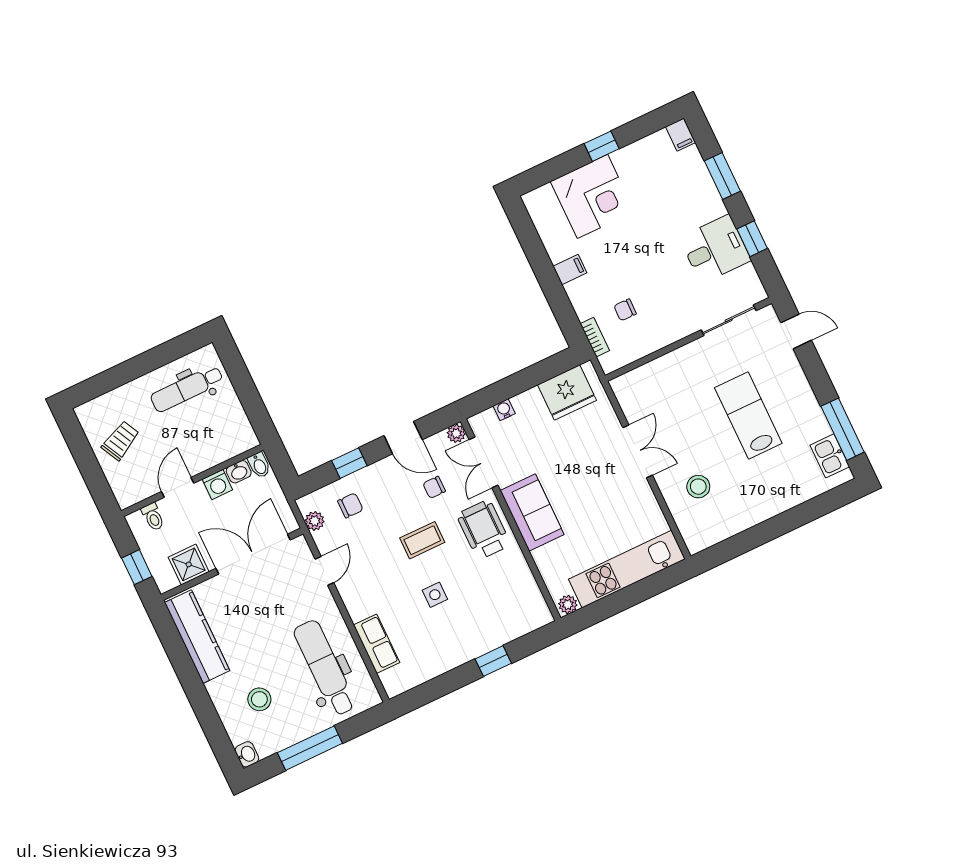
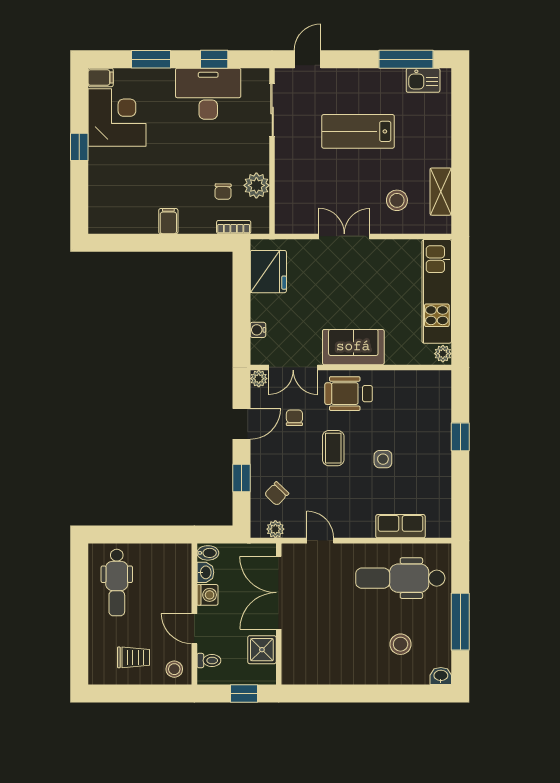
corner desk: (592, 196) -> (117, 117), moved
desk: (715, 249) -> (208, 94), width x1.37
plant: (647, 340) -> (256, 185), added
trolley: (120, 440) -> (133, 657), turned 117
stool: (128, 487) -> (174, 669), added
chair: (434, 487) -> (294, 418), turned 180
chair: (350, 505) -> (277, 494), turned -136
shelving: (728, 526) -> (441, 192), added
kitchen counter: (197, 637) -> (325, 671), removed

